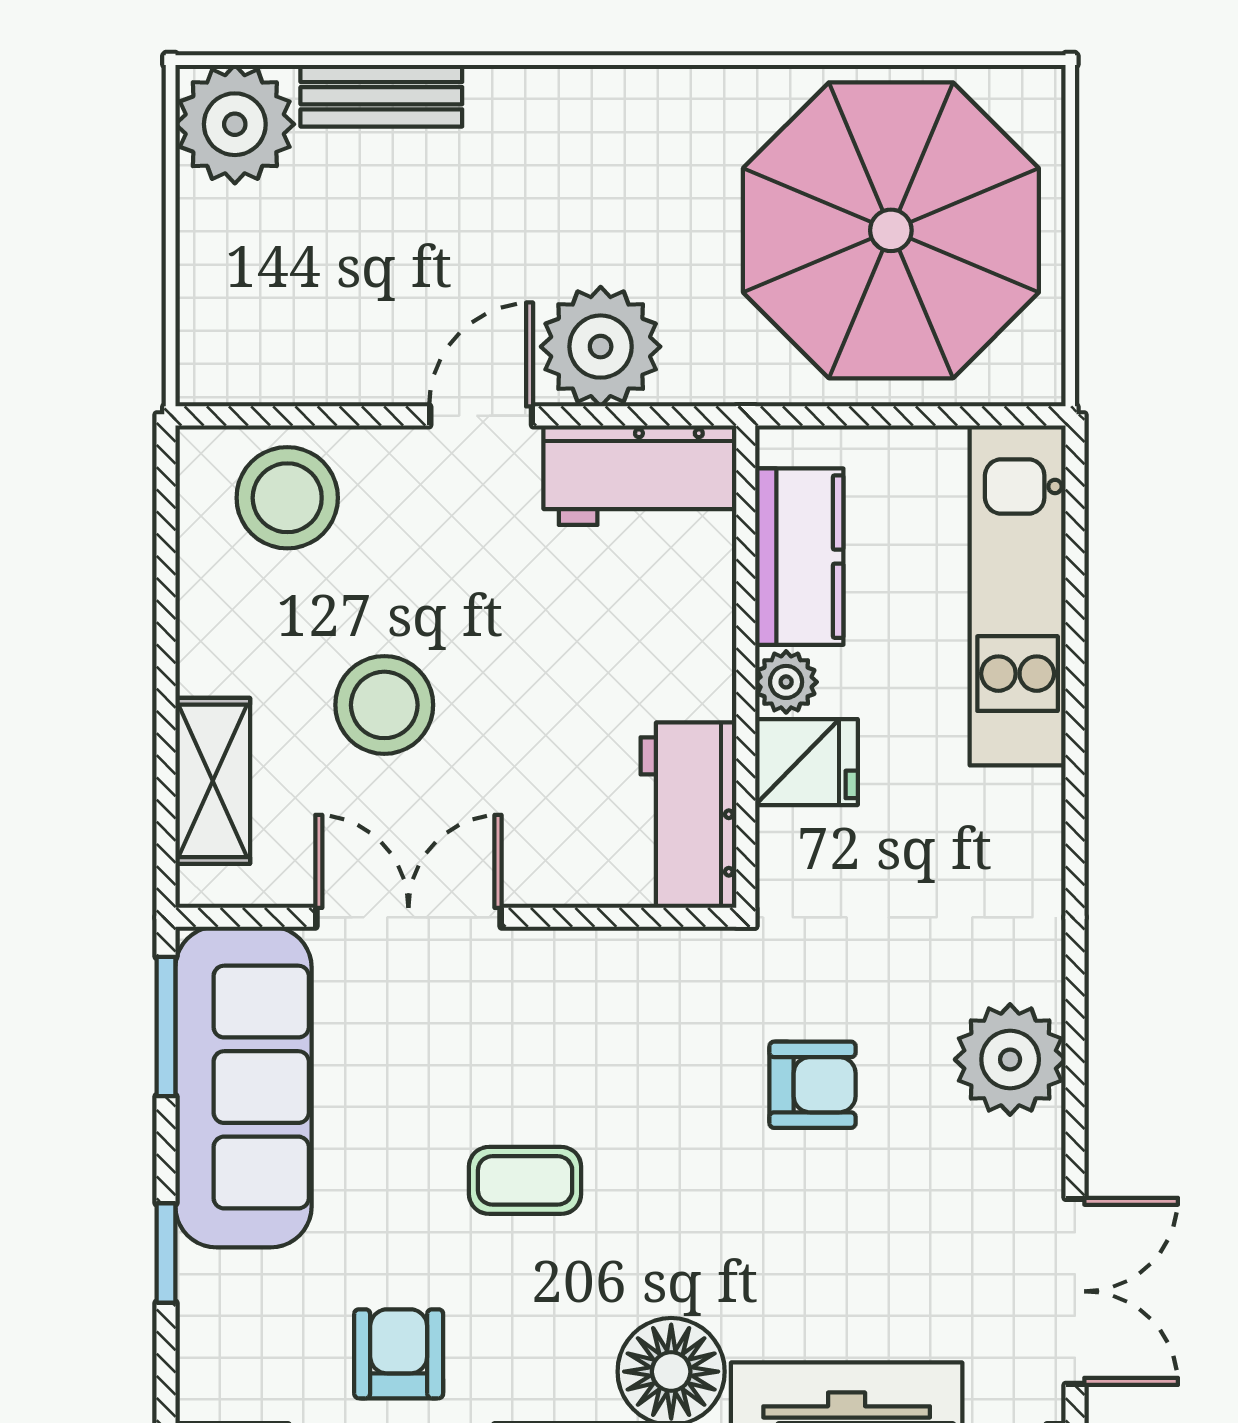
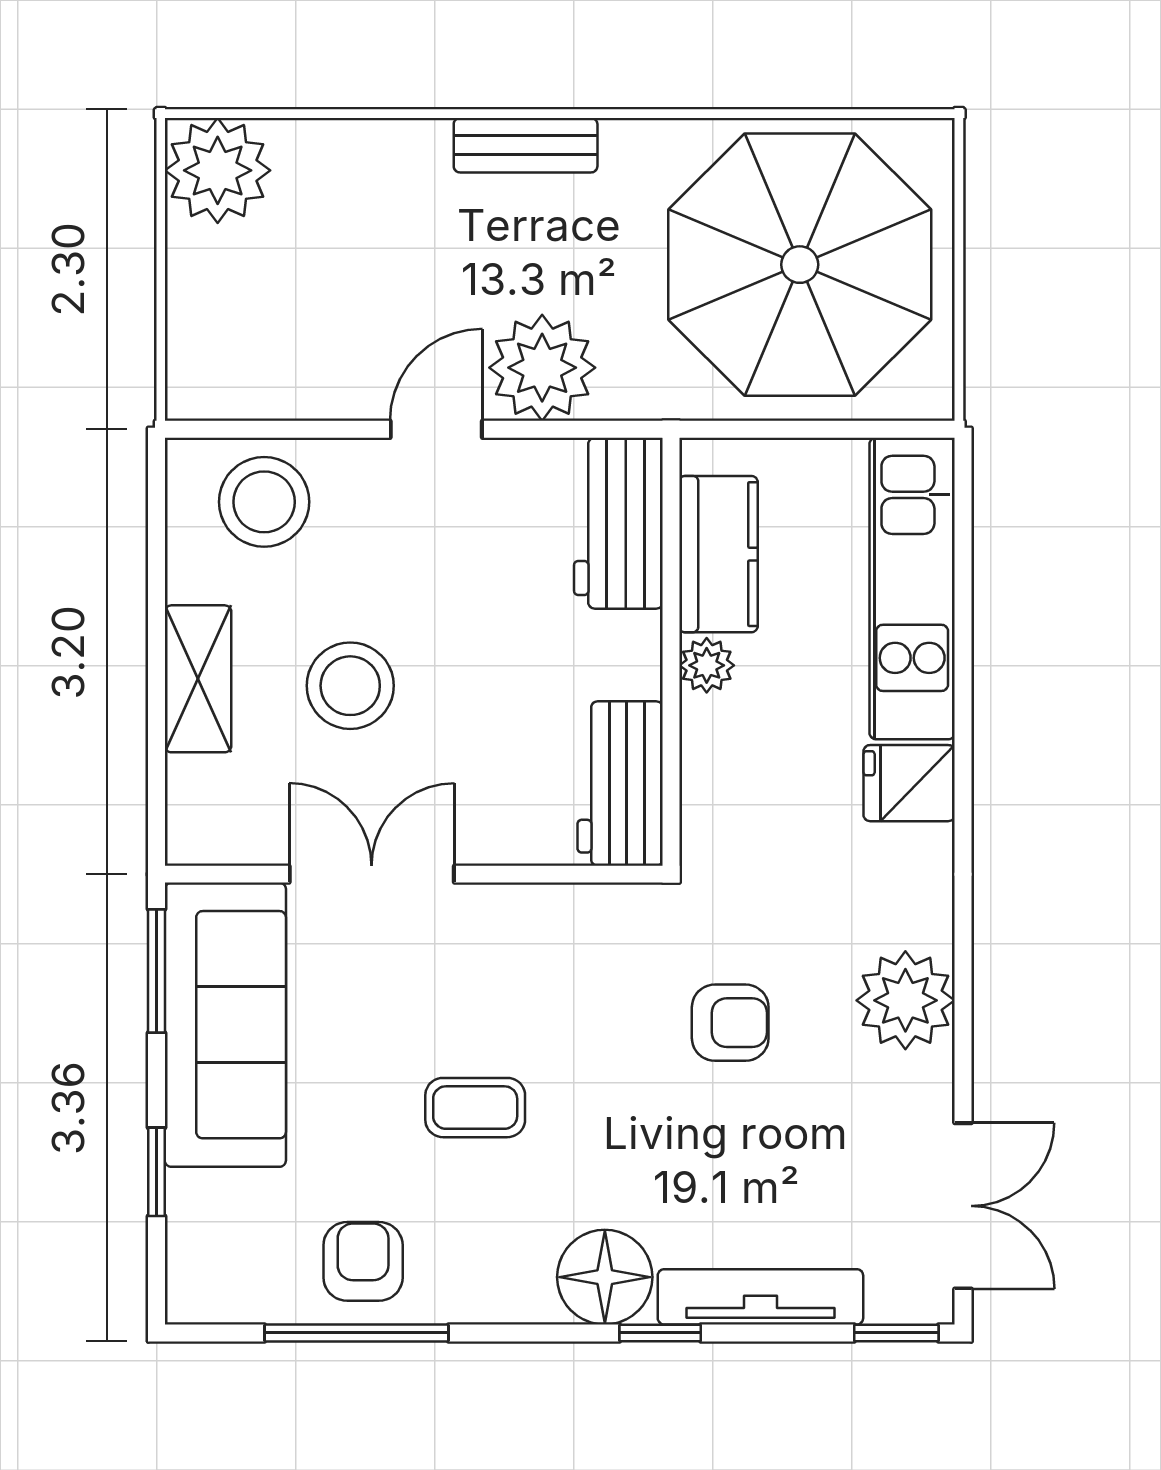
bench: (381, 96) -> (526, 145), moved
workbench: (640, 475) -> (618, 523), moved, turned 90
fridge: (807, 762) -> (909, 783), moved, turned 180
shelving: (213, 781) -> (198, 679), moved

